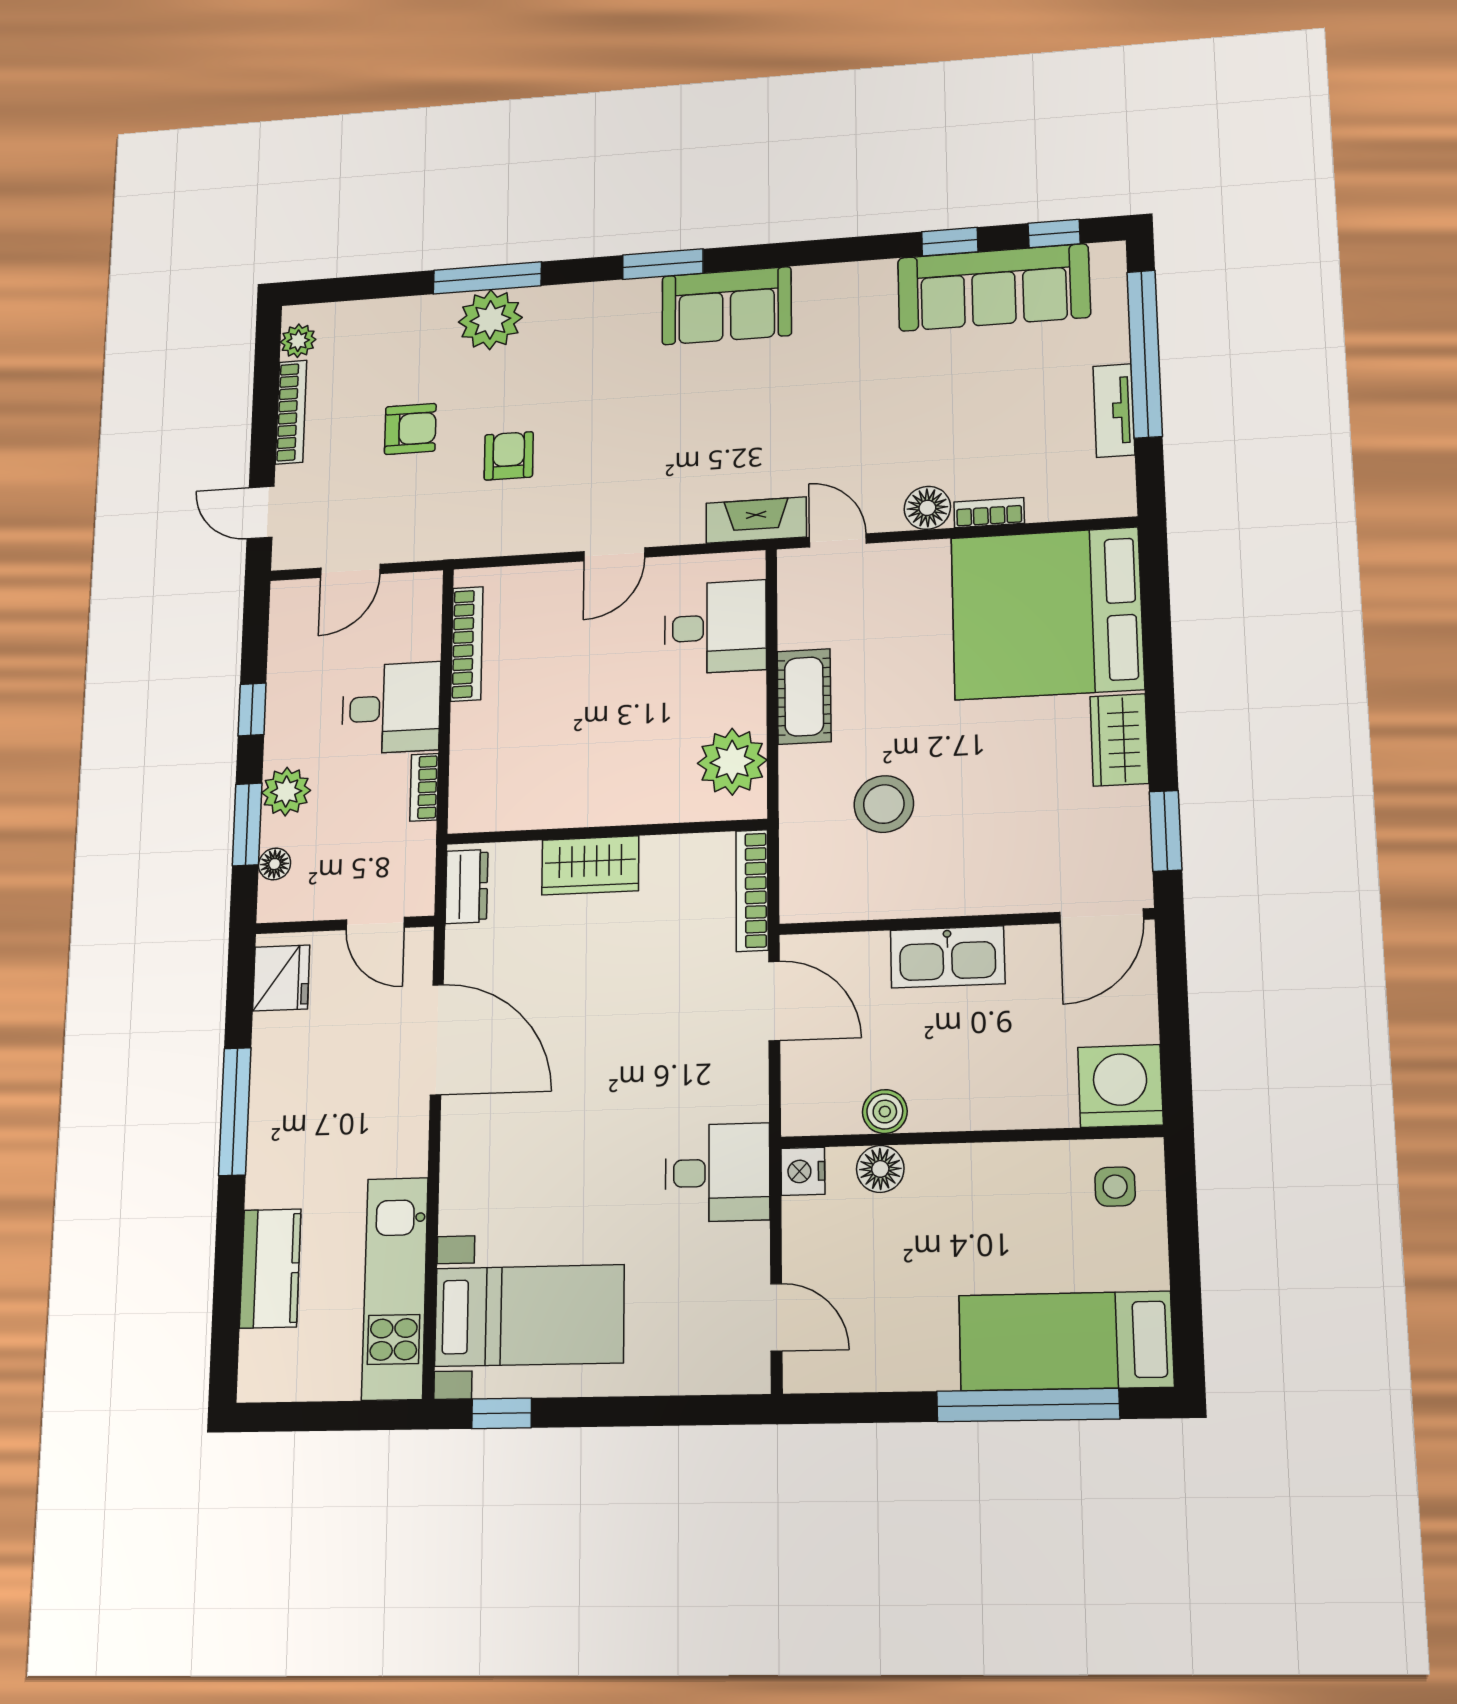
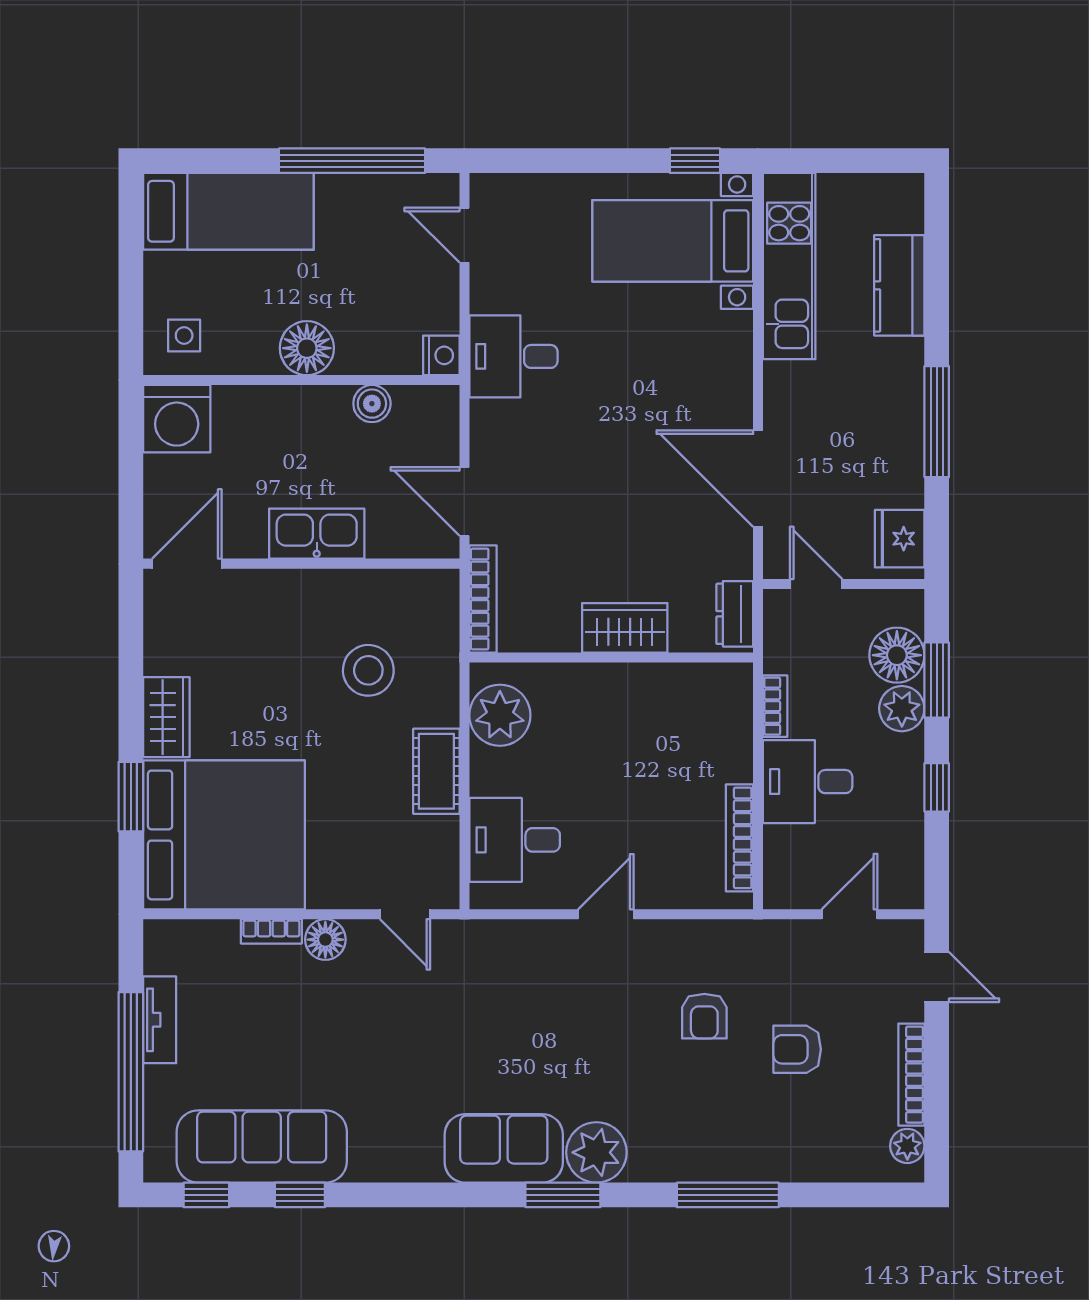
plant: (490, 320) -> (596, 1152), moved
fireplace: (756, 520) -> (478, 938), removed
window: (1166, 831) -> (131, 797), moved
floor lamp: (275, 864) -> (897, 655), width x1.89, depth x1.89
floor lamp: (880, 1169) -> (307, 348), moved, width x1.38, depth x1.38
window: (1028, 1405) -> (352, 161), moved

